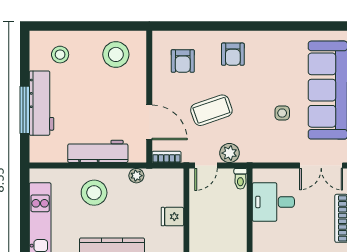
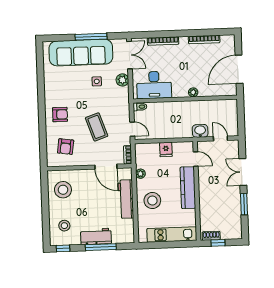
window: (25, 51) -> (63, 248), added
armchair: (183, 61) -> (66, 147), turned 98
workbench: (41, 103) -> (96, 236), width x0.73
door: (149, 122) -> (106, 167), swing flipped
plant: (229, 153) -> (122, 80), moved
desk: (273, 202) -> (154, 85), width x1.37

